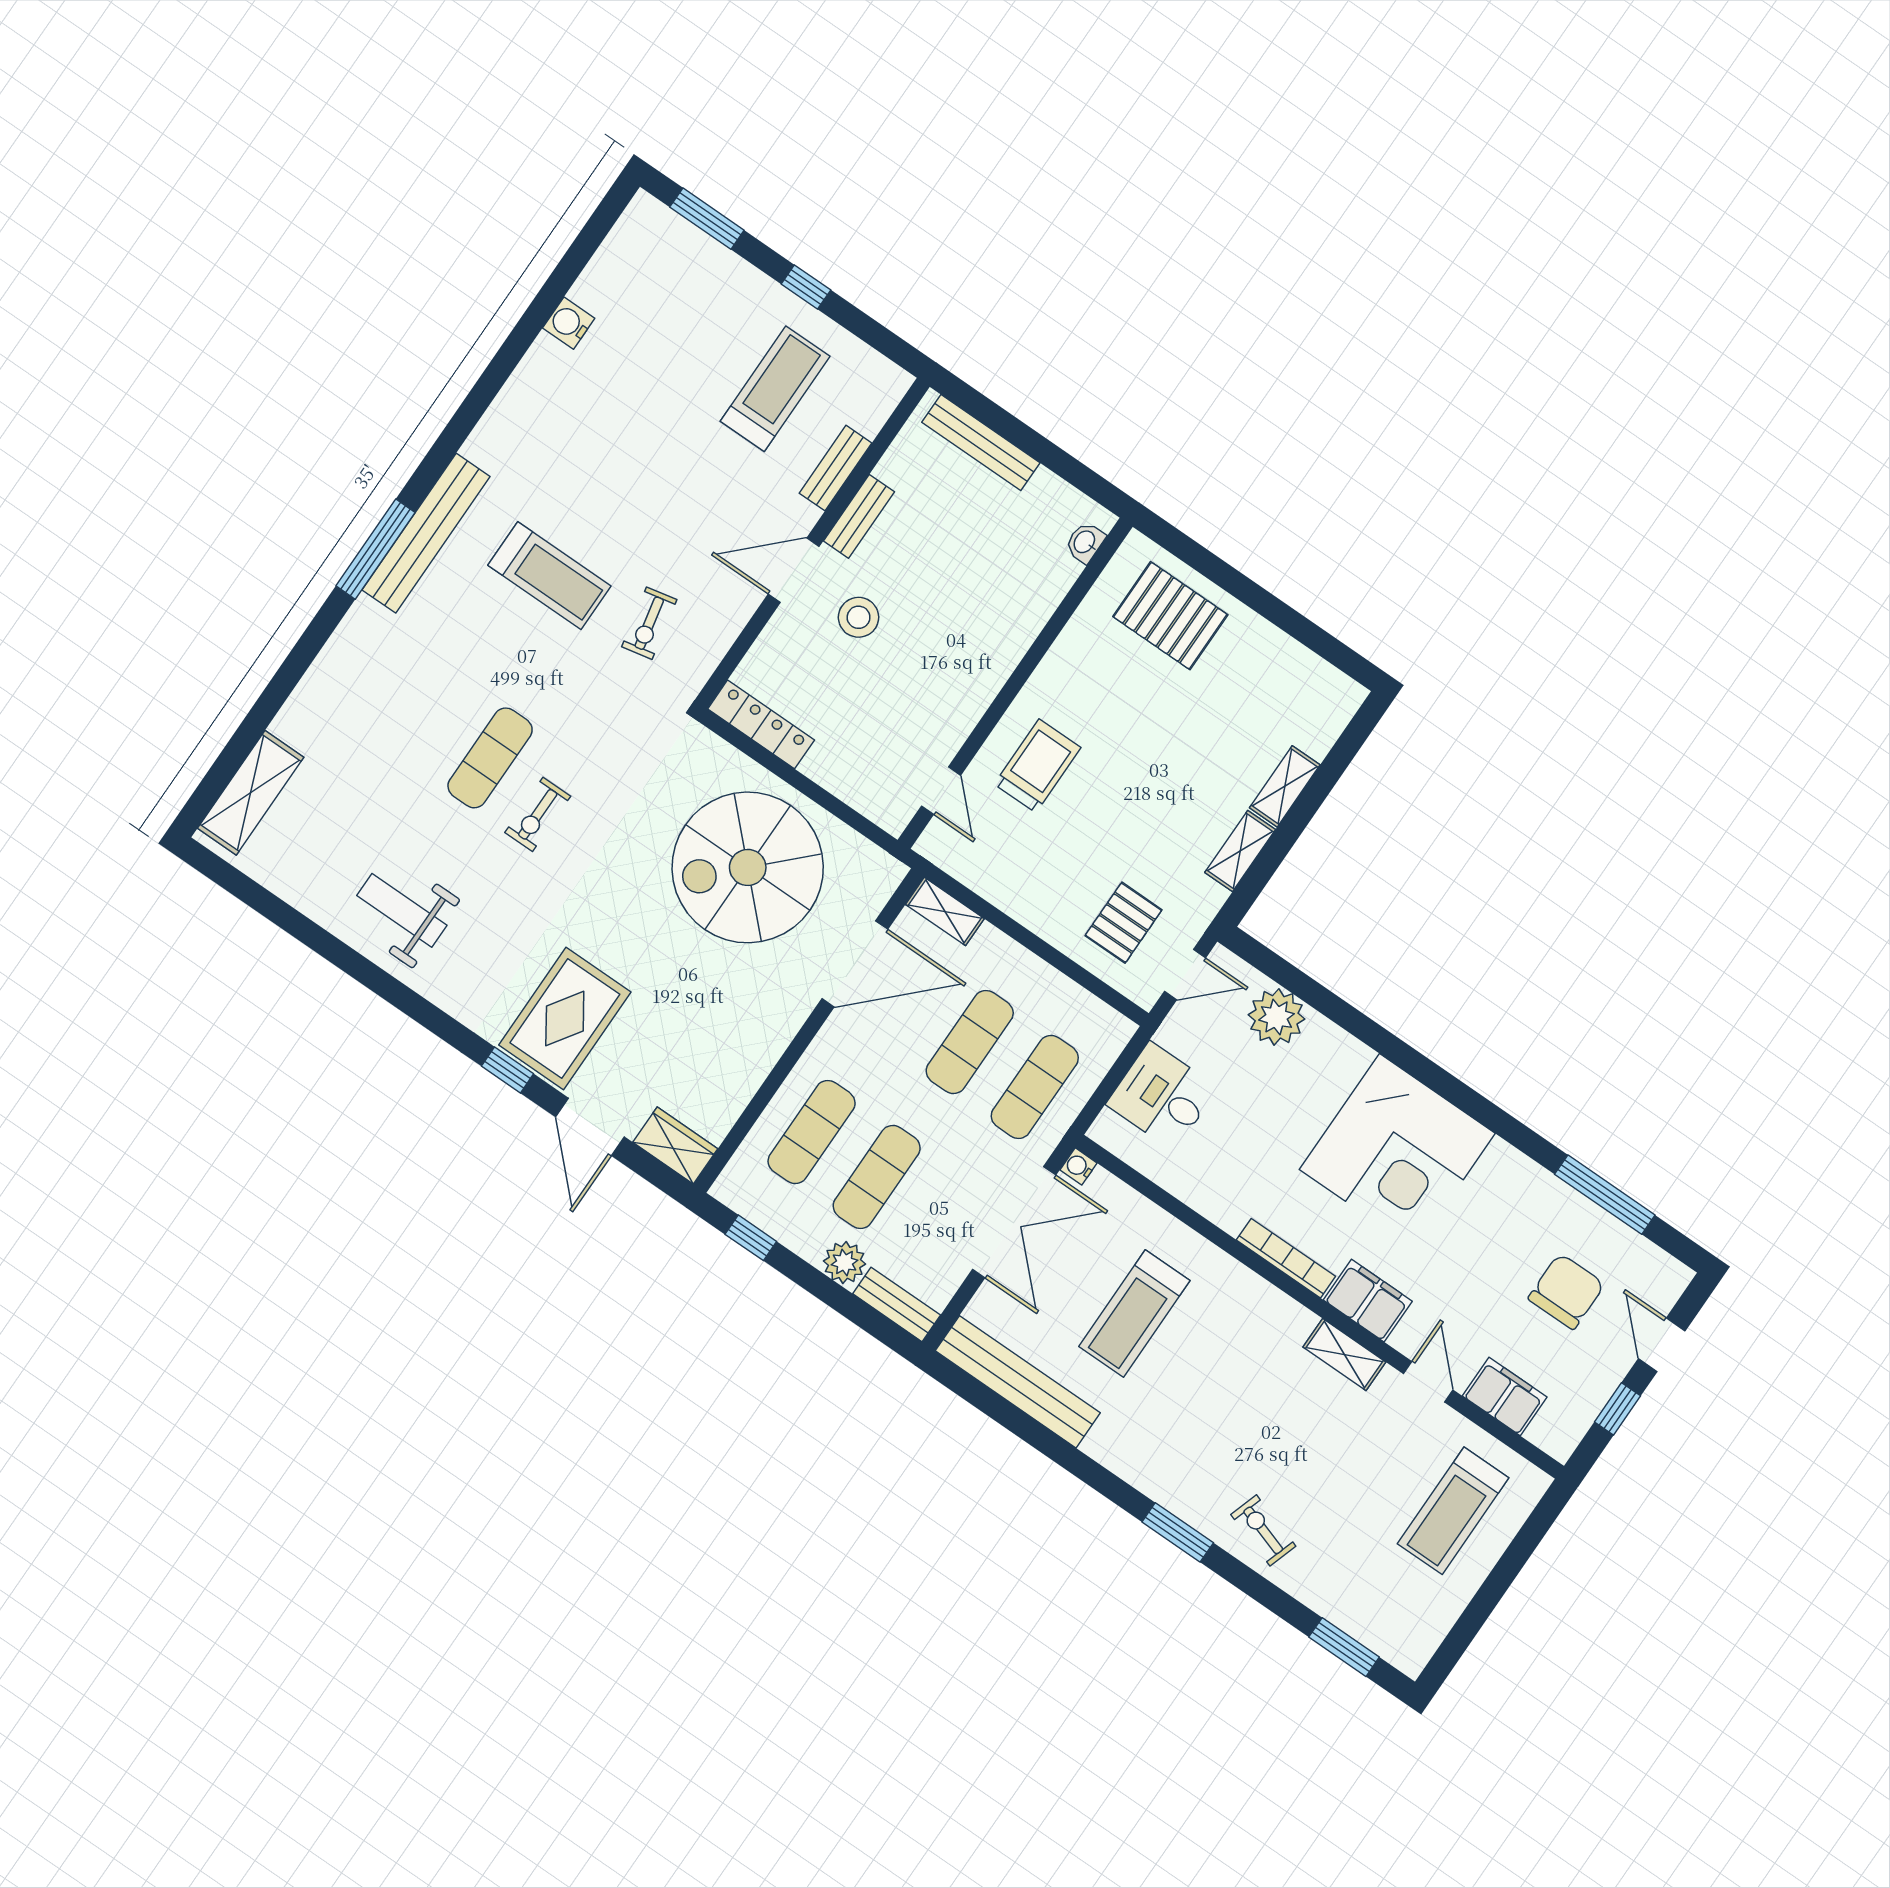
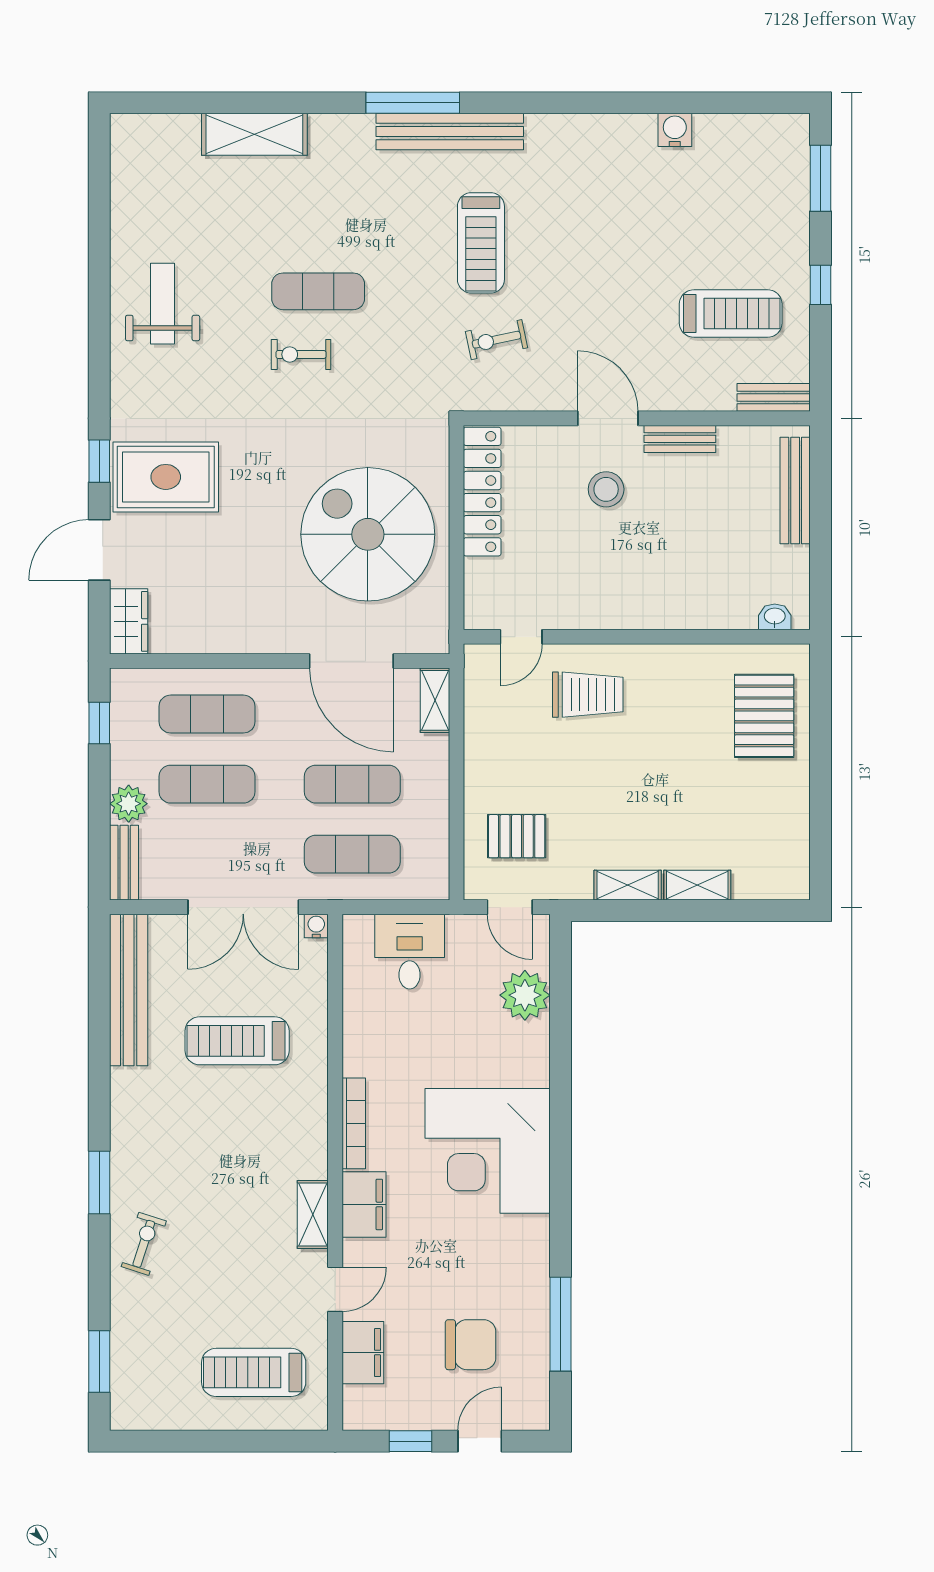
bench: (835, 468) -> (774, 397), moved
locker: (761, 724) -> (482, 492), width x1.41, depth x1.21
shelving: (251, 793) -> (254, 134), moved

